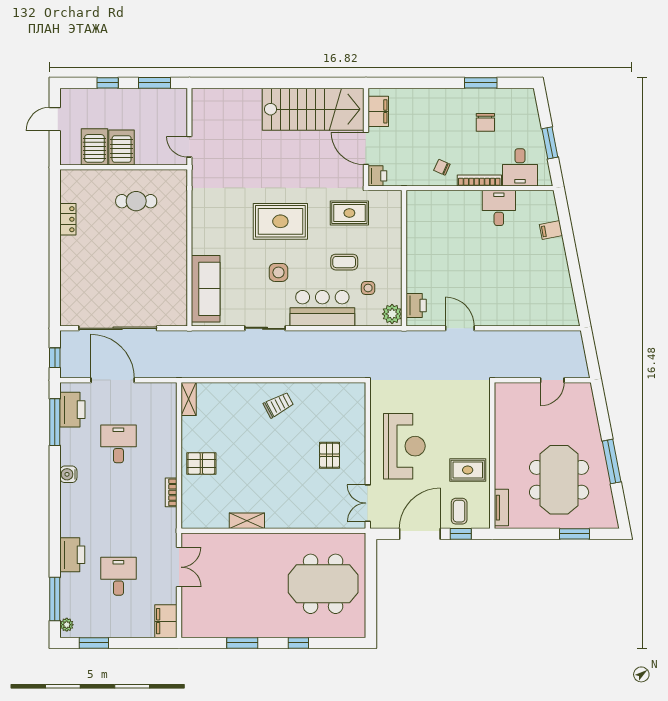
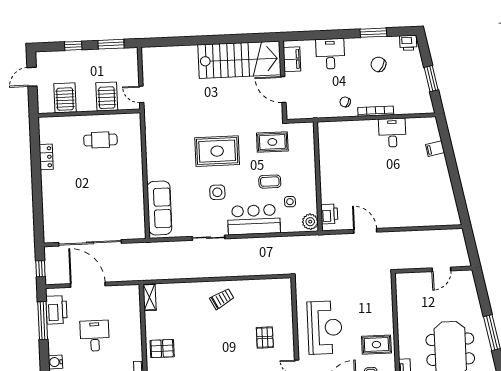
chair: (485, 122) -> (378, 64), turned 120
server rack: (122, 148) -> (107, 96), moved
desk: (520, 167) -> (330, 54), moved, turned 180
printer: (377, 176) -> (408, 43), moved, turned 90

